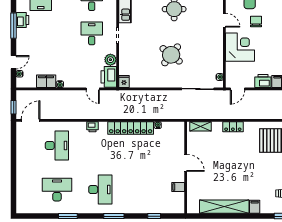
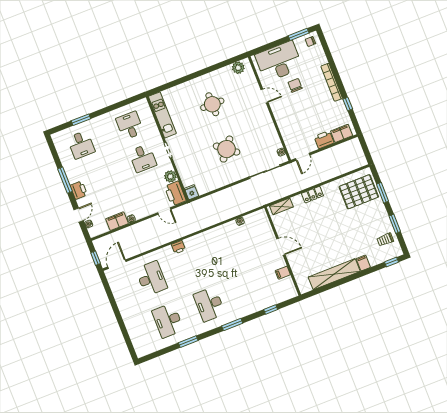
printer: (22, 20) -> (79, 190), moved
desk: (92, 33) -> (143, 158), turned 180
corner desk: (240, 47) -> (289, 116), removed
locker: (131, 128) -> (215, 234), removed
desk: (57, 190) -> (168, 321), turned -90
desk: (100, 190) -> (209, 304), turned 180

